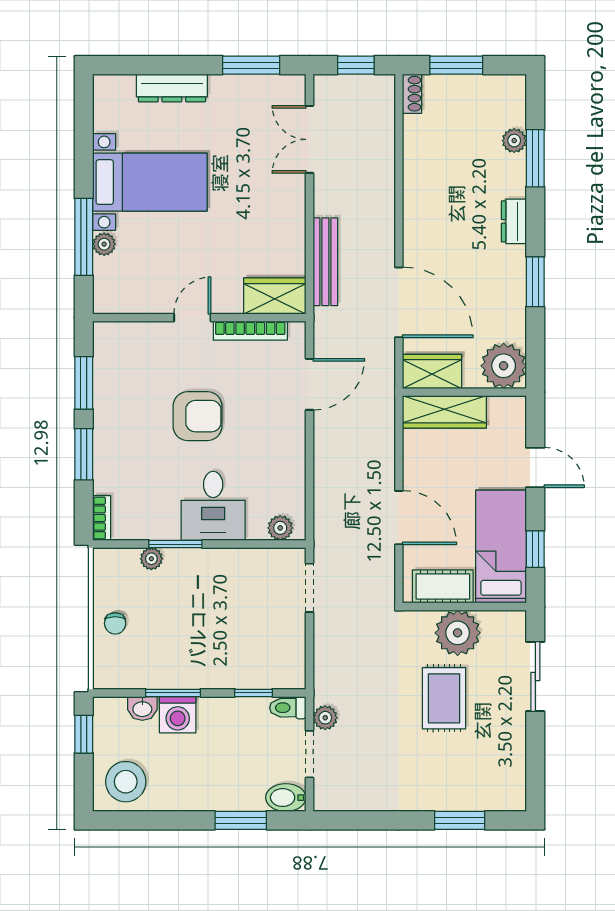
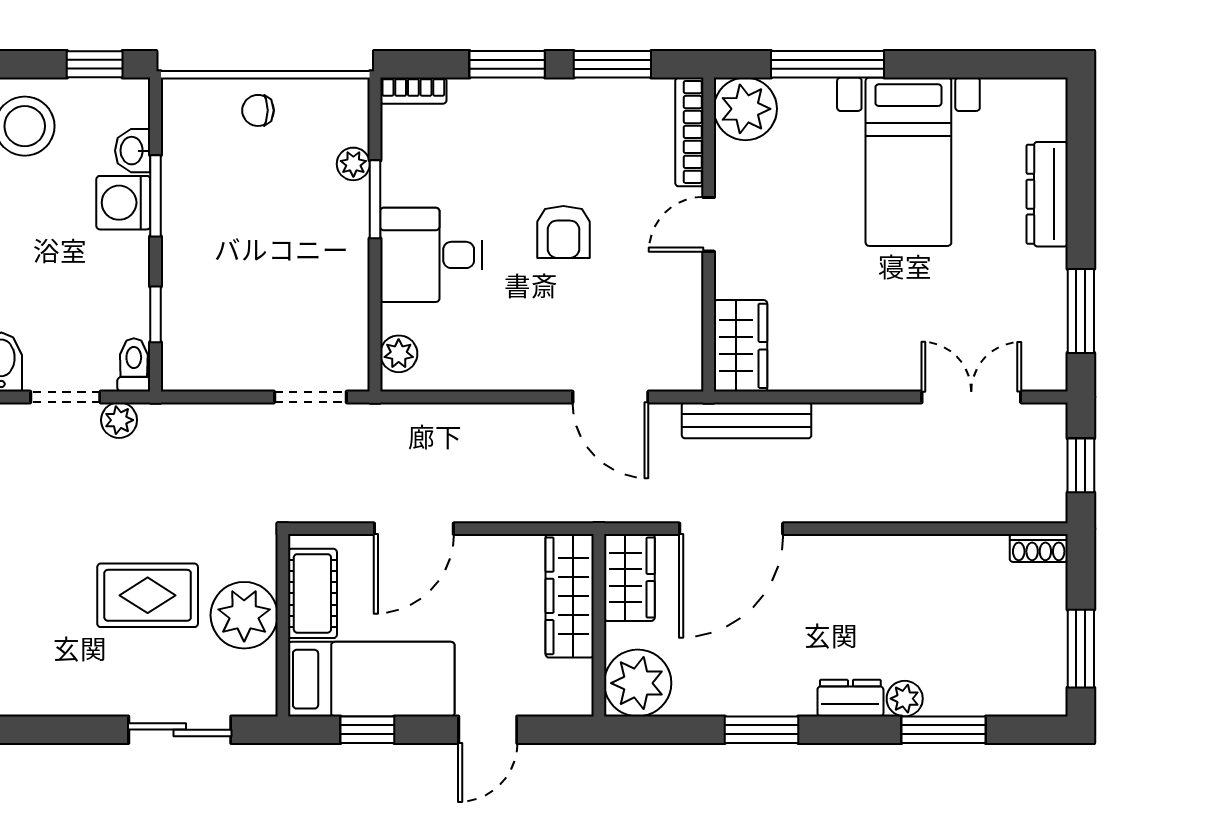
window: (456, 65) -> (1081, 649), moved
plant: (514, 141) -> (905, 699), moved
plant: (104, 244) -> (745, 109), moved, width x1.87, depth x1.87
bench: (325, 262) -> (747, 420), moved
door: (192, 318) -> (709, 224), swing flipped
bookcase: (250, 331) -> (689, 132), moved
armchair: (198, 416) -> (563, 232), width x0.72, depth x0.72

